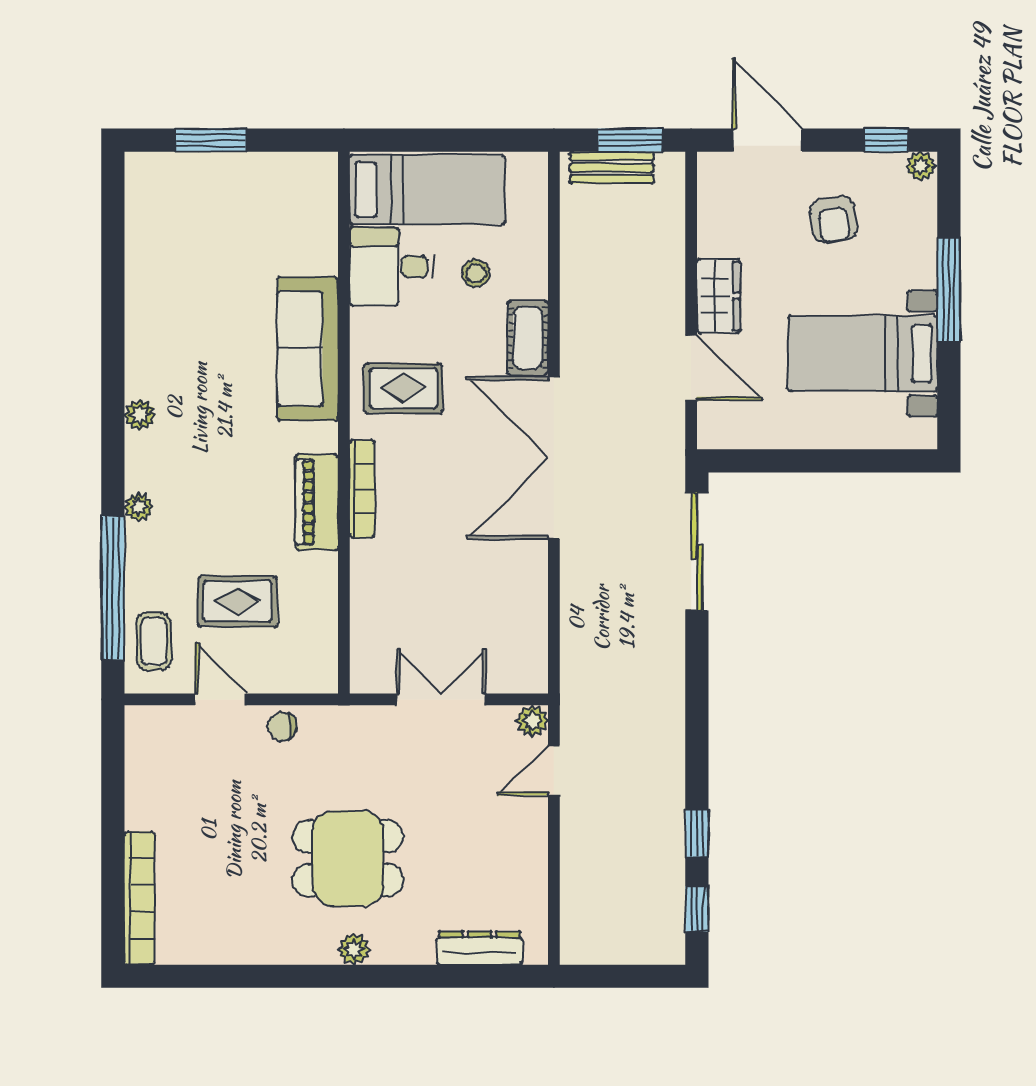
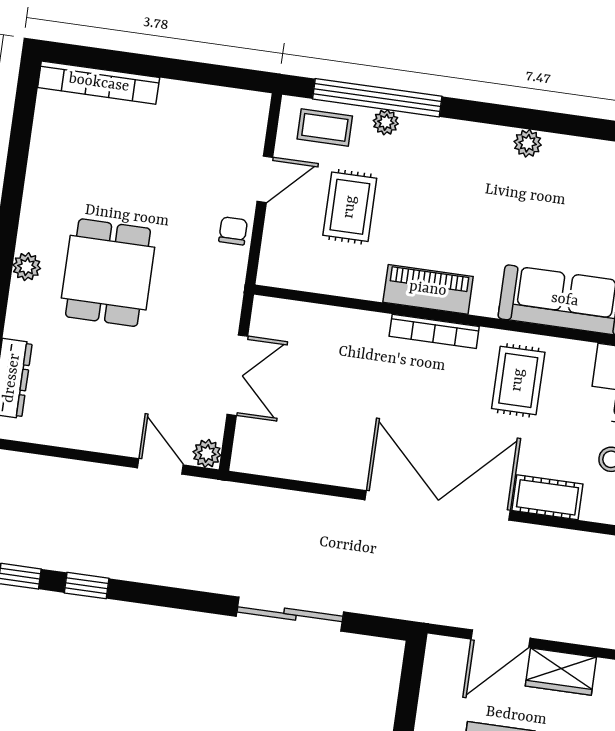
plant: (139, 507) -> (386, 122), moved
sliding door: (697, 552) -> (290, 614), moved

